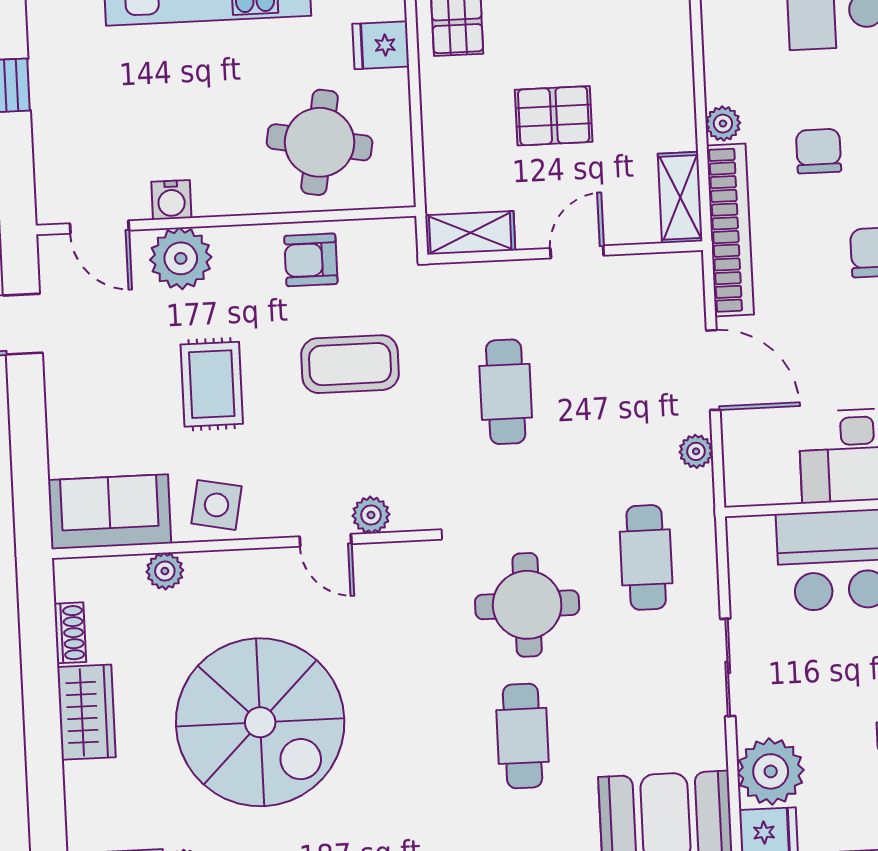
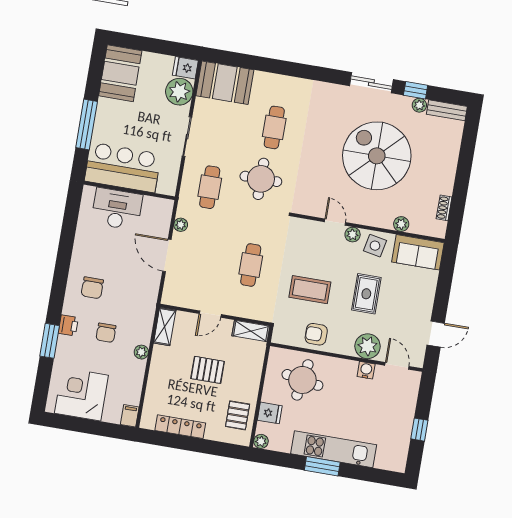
bookcase: (730, 230) -> (148, 309), removed
armchair: (311, 260) -> (316, 334), turned 180
plant: (371, 515) -> (353, 235), moved
wardrobe: (86, 712) -> (445, 175), removed

